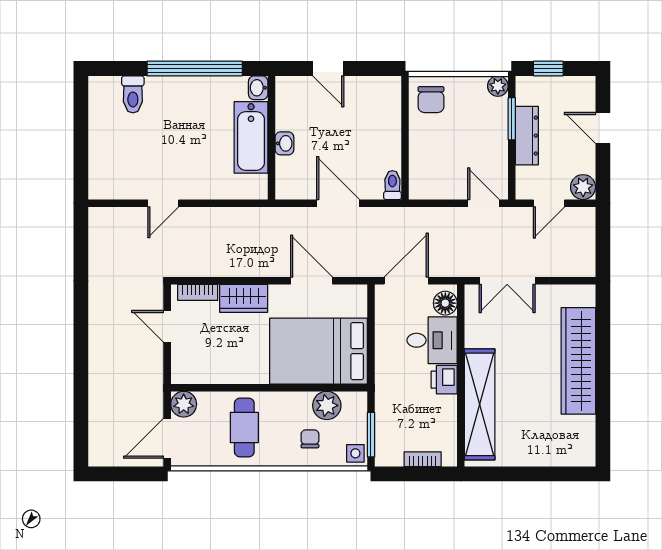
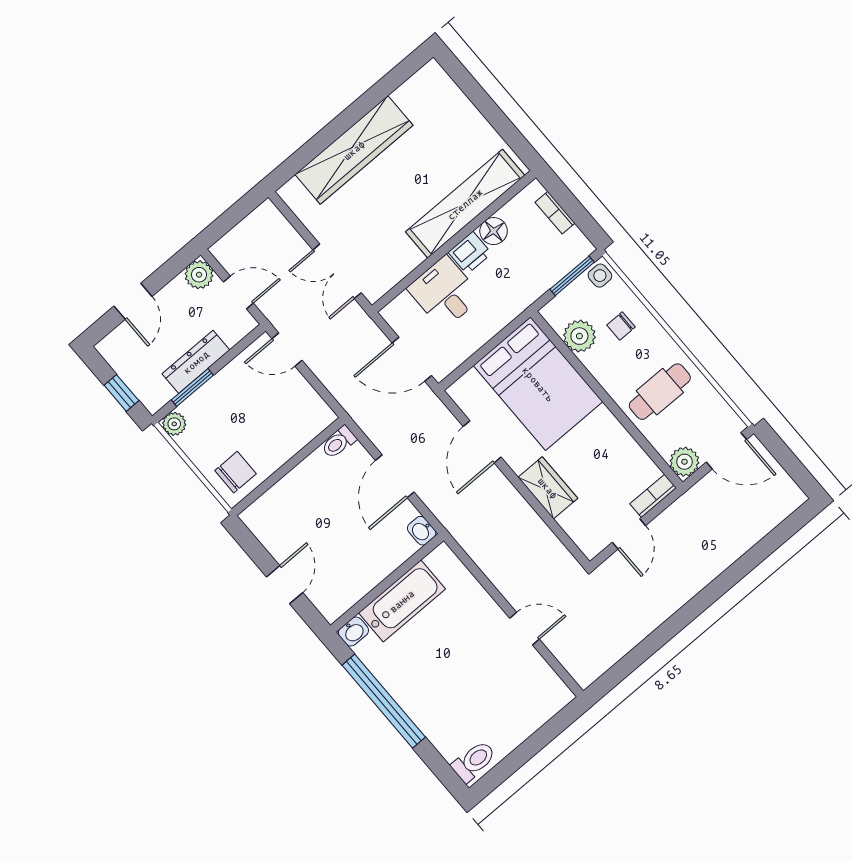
toilet: (133, 94) -> (474, 761), moved
washbasin: (284, 143) -> (422, 531), moved, turned -90
door: (483, 203) -> (287, 350), hinge flipped
double door: (507, 281) -> (337, 271), swing flipped
bookcase: (198, 292) -> (653, 496), moved, turned -90
floor lamp: (445, 303) -> (494, 231), moved

